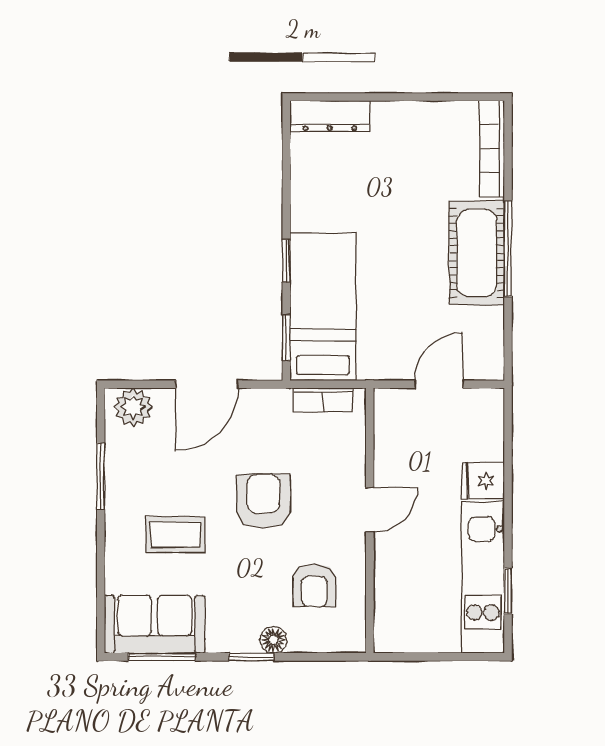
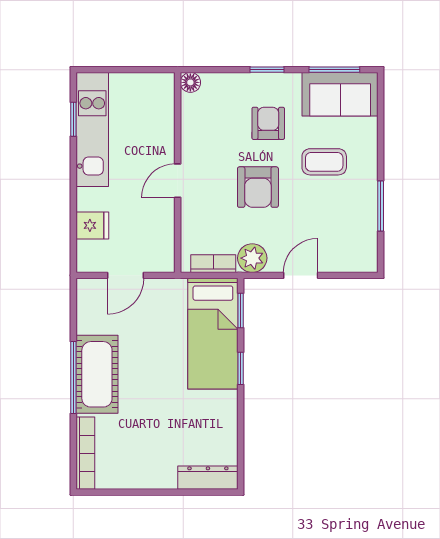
door: (207, 384) -> (301, 275), width x0.73
plant: (133, 407) -> (252, 258), moved
fridge: (483, 481) -> (92, 225), moved
armchair: (314, 585) -> (268, 123), moved
floor lamp: (273, 640) -> (190, 82), moved

